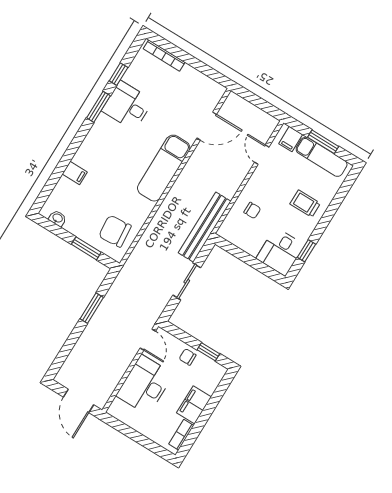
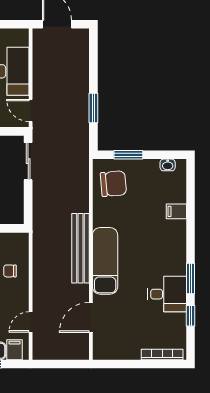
door: (262, 155) -> (31, 322), swing flipped
bench: (205, 227) -> (81, 248), moved
sliding door: (187, 281) -> (28, 161), moved

